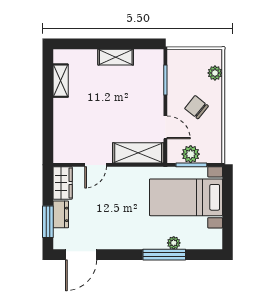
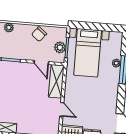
chair: (197, 107) -> (39, 34), moved
door: (165, 127) -> (41, 62), swing flipped

